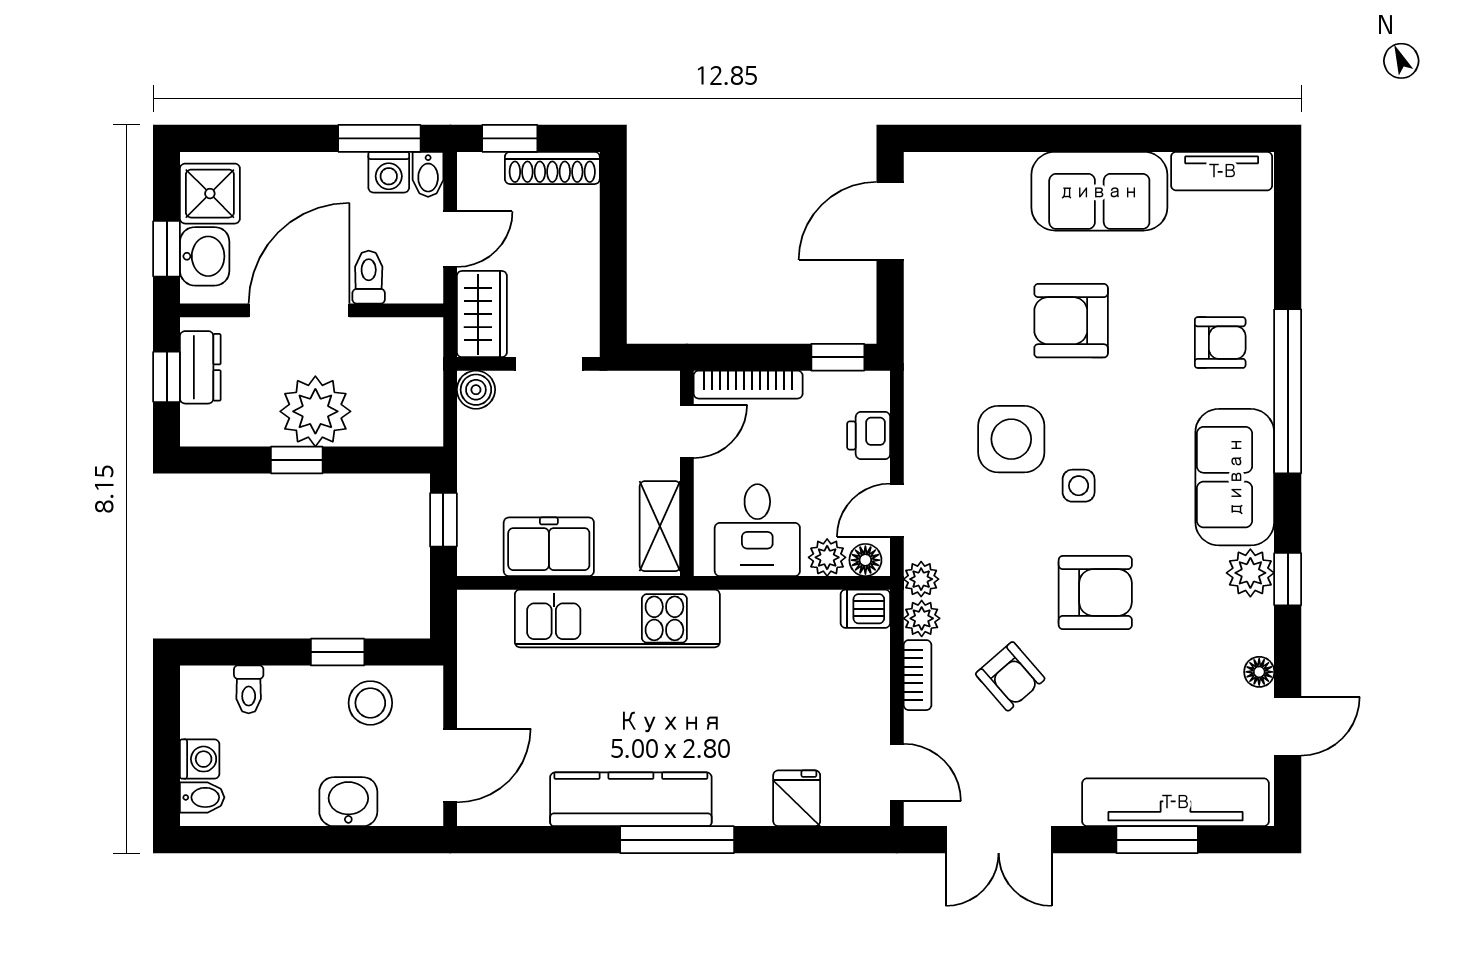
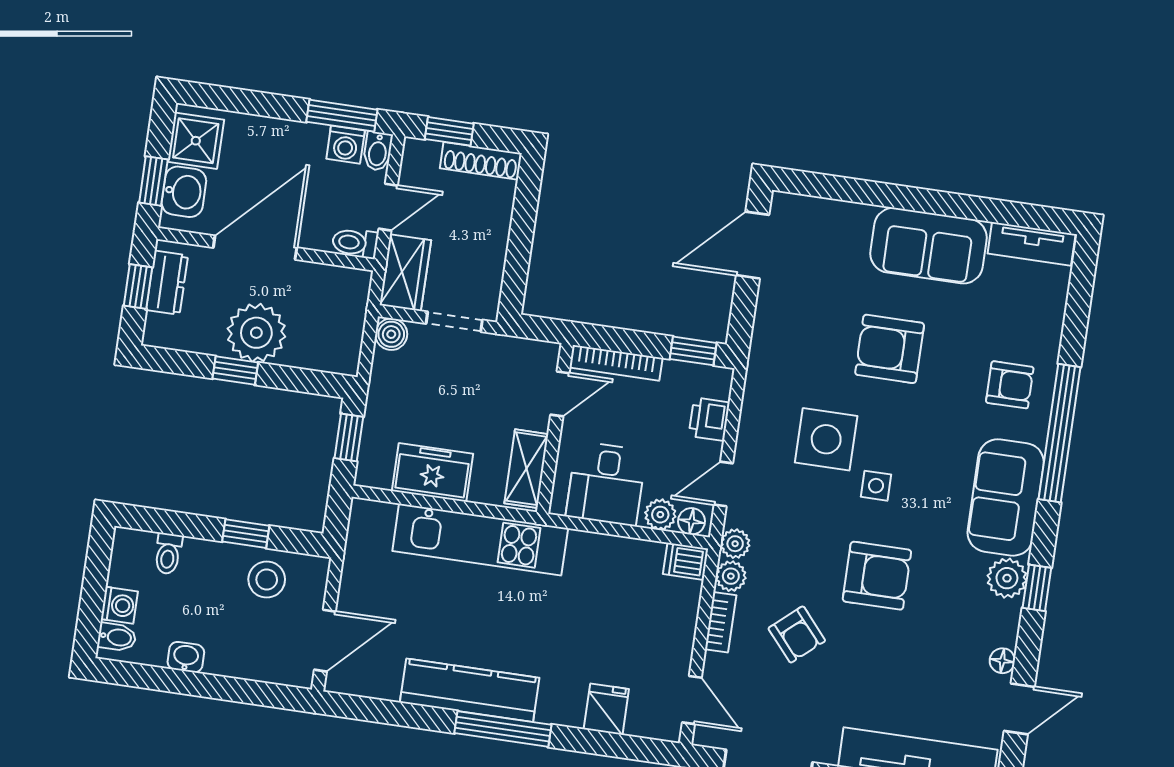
toilet: (369, 277) -> (355, 243), moved, turned -90
washbasin: (348, 802) -> (186, 657), moved, width x0.72, depth x0.69

